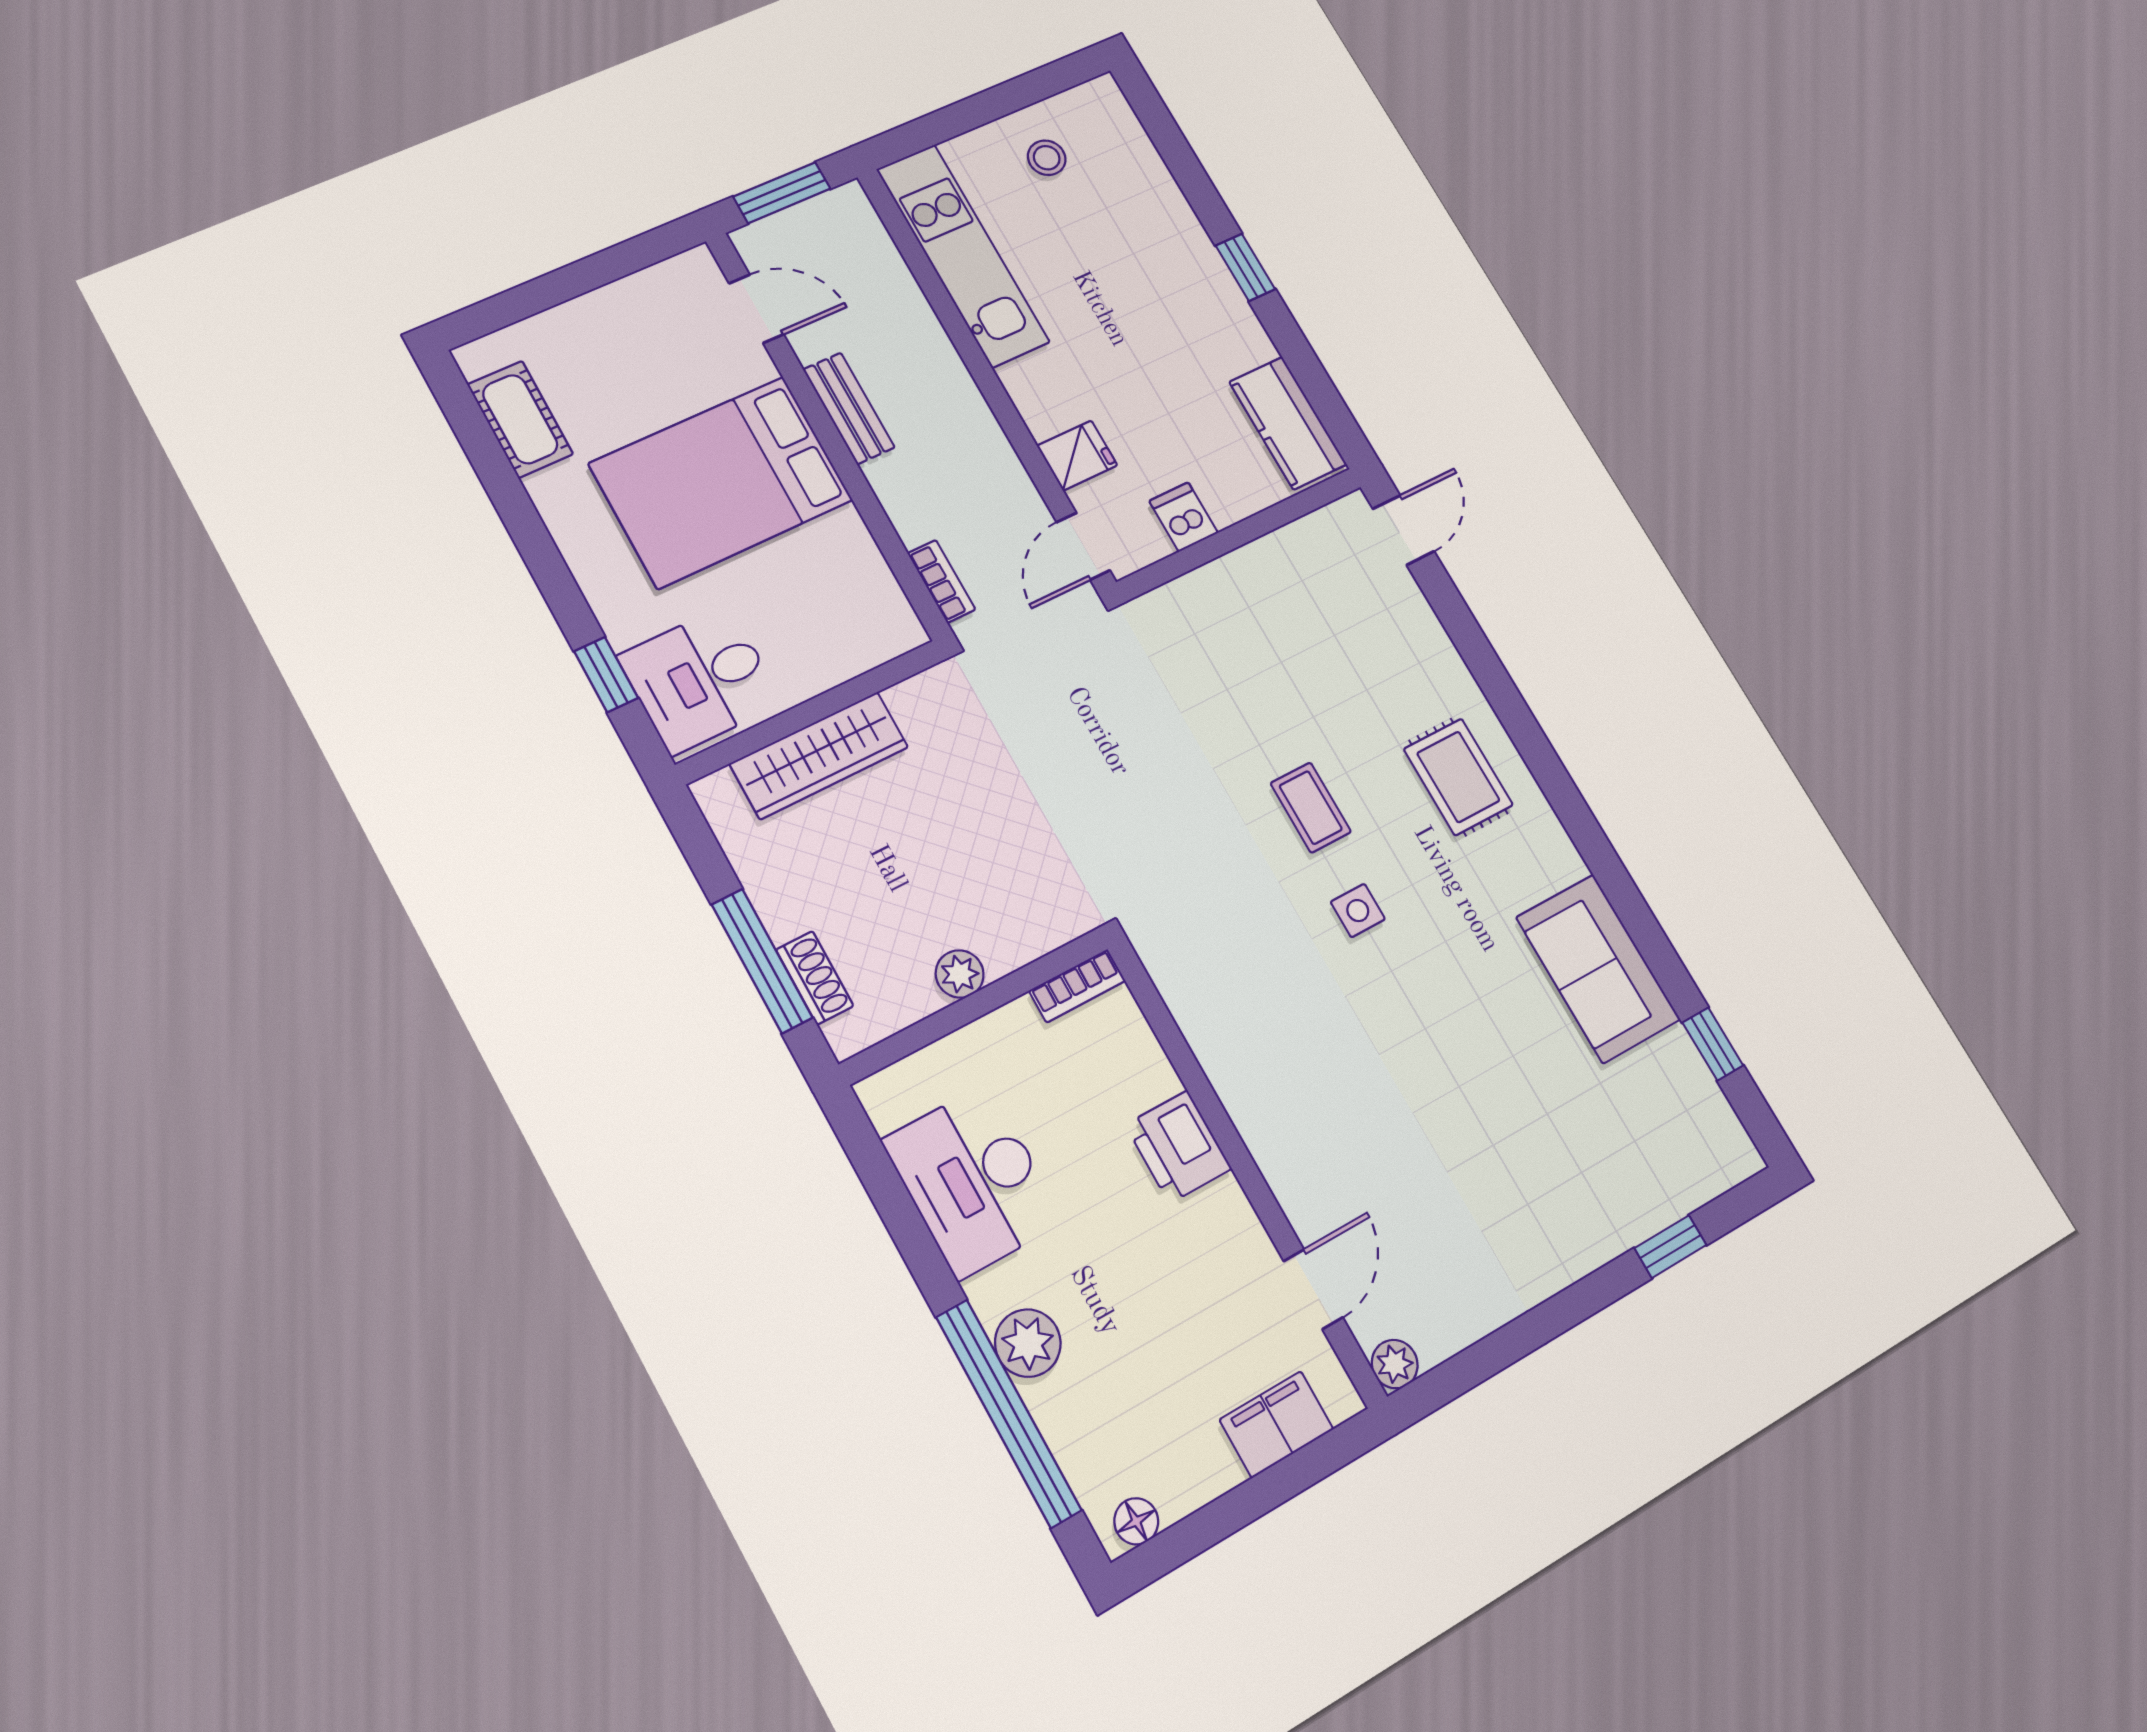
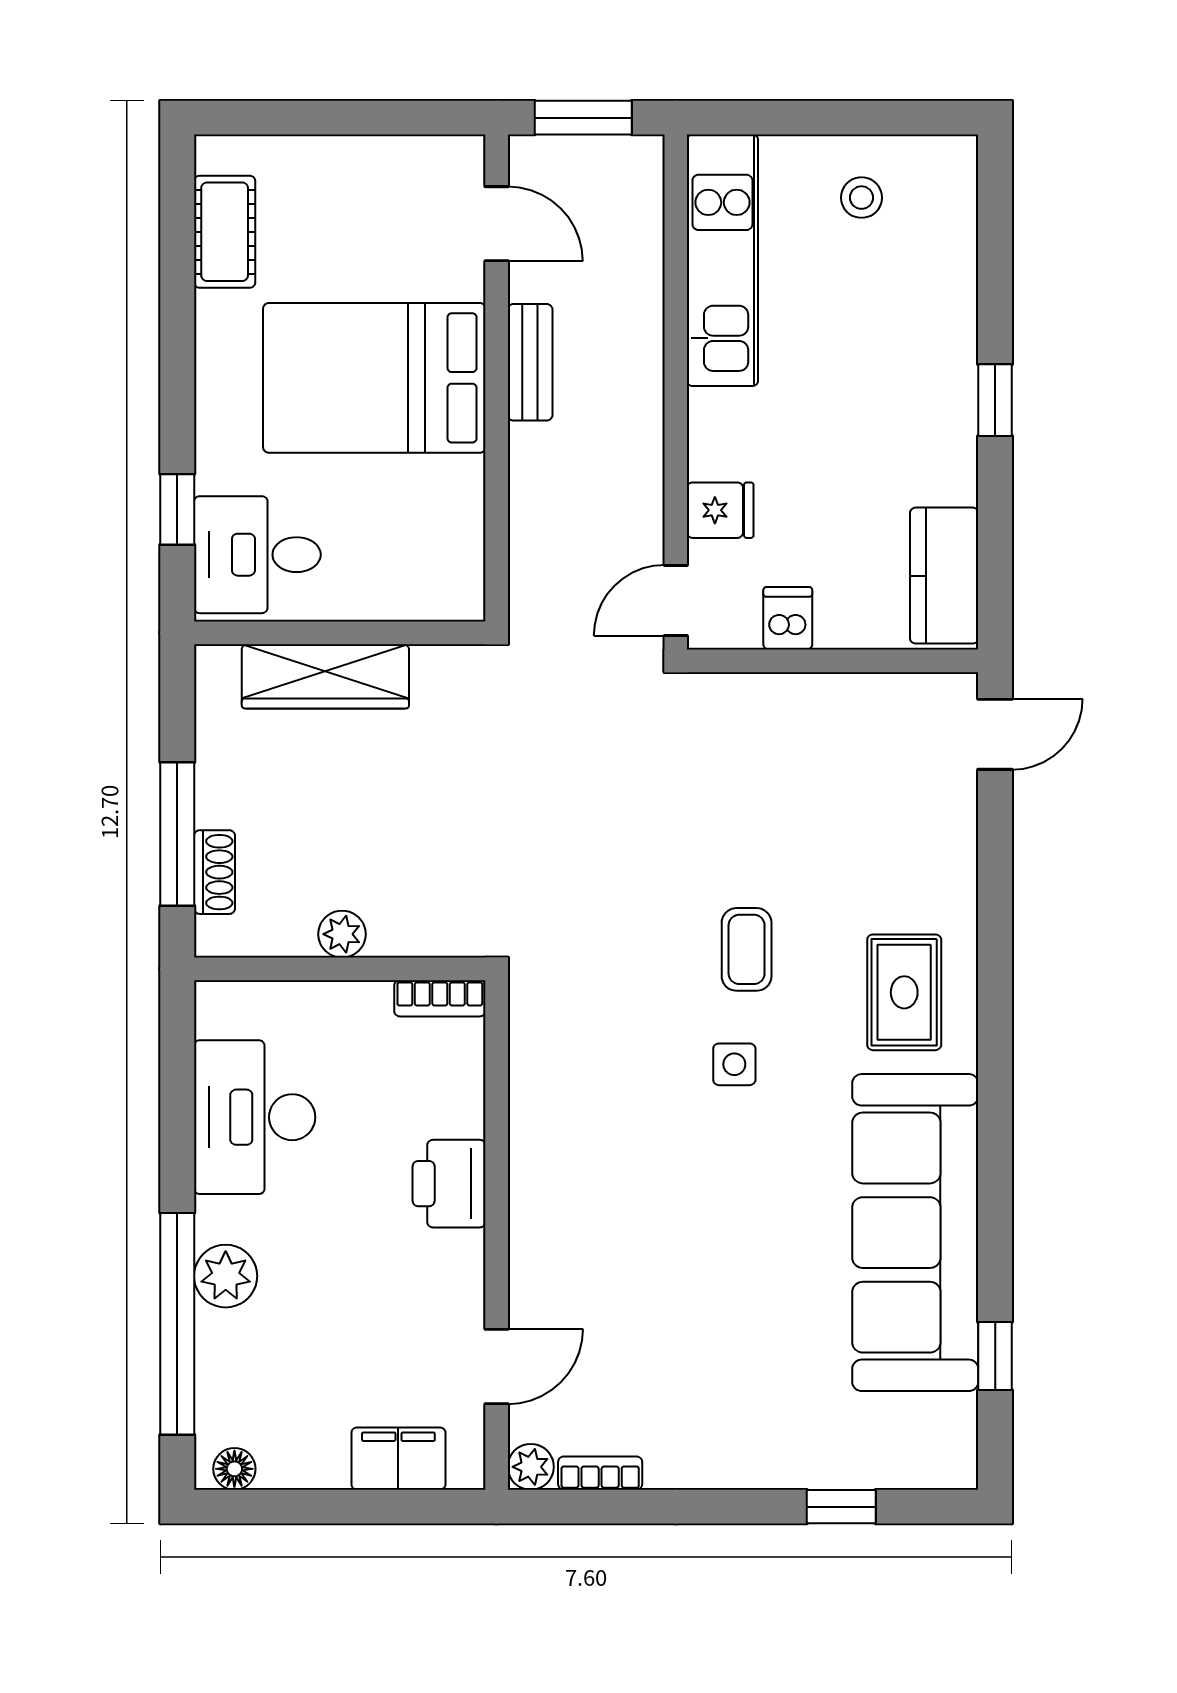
bookcase: (942, 581) -> (600, 1473), moved, turned -90
sofa: (1598, 968) -> (915, 1233), width x1.85, depth x1.27

